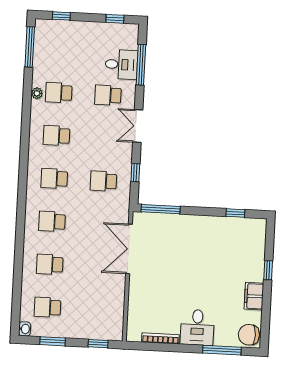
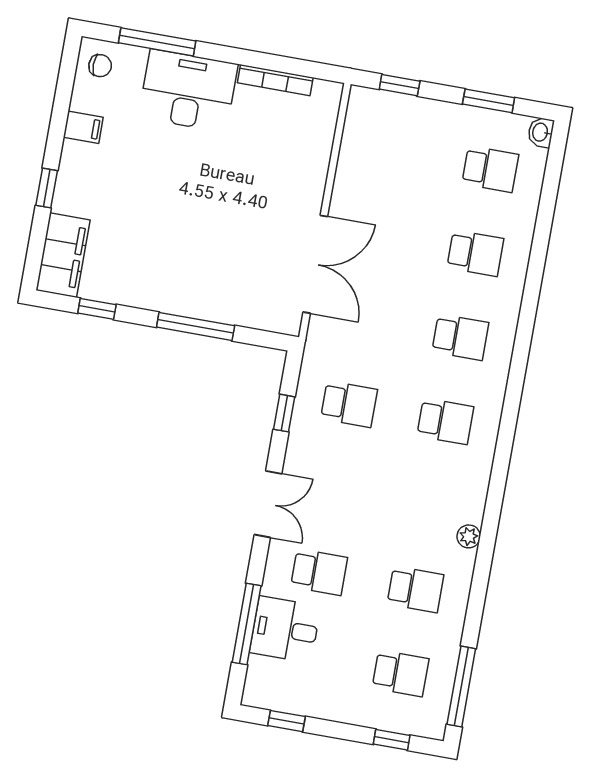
plant: (37, 93) -> (469, 536), moved
school desk: (56, 136) -> (400, 673), moved
window: (161, 209) -> (196, 326), moved
filing cabinet: (256, 238) -> (63, 255), added
filing cabinet: (254, 296) -> (83, 127), width x0.50
desk: (197, 327) -> (188, 91), width x1.37
chair: (249, 335) -> (100, 66), width x0.54, depth x0.54

